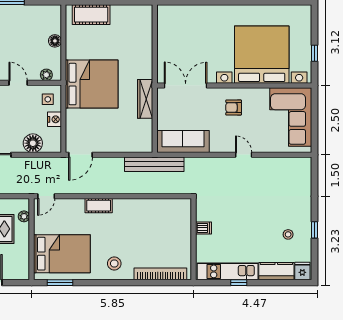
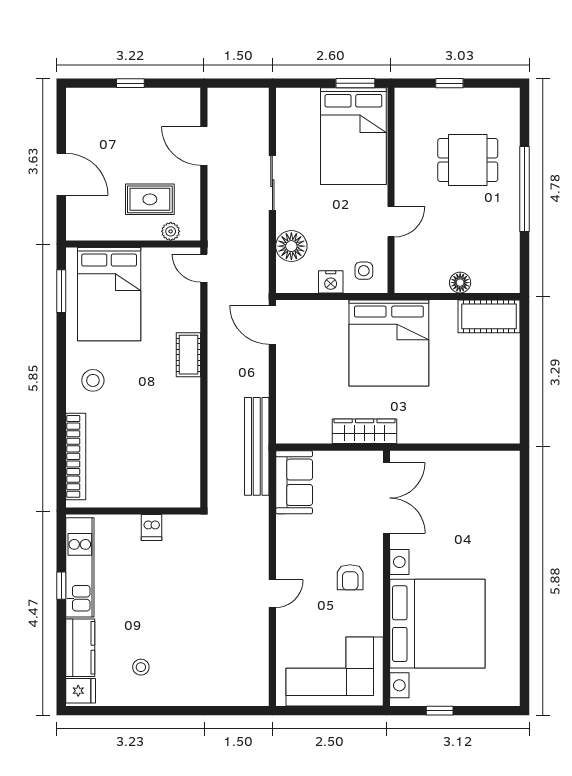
cot: (91, 15) -> (489, 316), moved, turned 90
plant: (46, 75) -> (404, 268), removed
armchair: (234, 108) -> (350, 577), turned 180
sofa: (183, 142) -> (294, 482), width x0.73
window: (315, 230) -> (148, 711), removed

